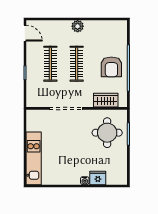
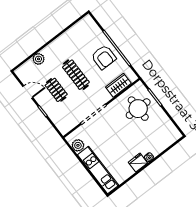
plant: (78, 26) -> (39, 59), moved
door: (25, 33) -> (28, 92), moved
clothes rail: (50, 64) -> (56, 90), width x0.73
plant: (33, 125) -> (78, 145), added
fridge: (98, 178) -> (138, 163), moved

